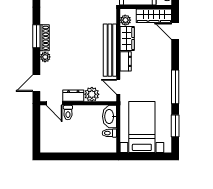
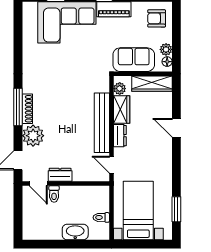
door: (175, 31) -> (176, 128), moved
window: (36, 36) -> (18, 107), width x1.44
plant: (45, 57) -> (33, 136), width x1.88, depth x1.88
window: (175, 87) -> (176, 165), removed
plant: (92, 94) -> (81, 173), removed
washbasin: (110, 116) -> (75, 232), moved, turned 90

